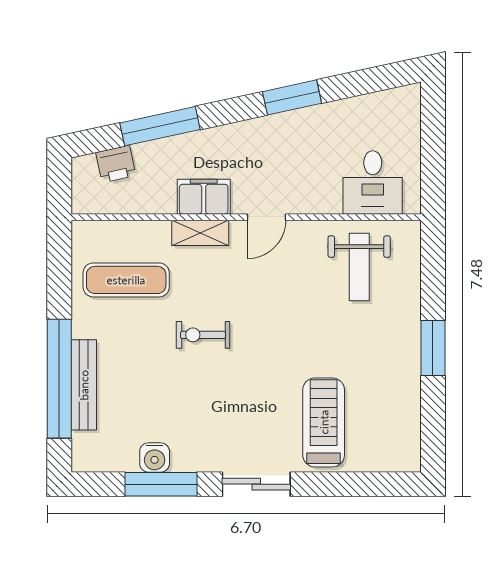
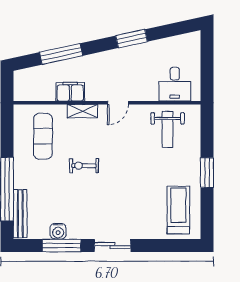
printer: (116, 164) -> (37, 74), removed
filing cabinet: (204, 197) -> (70, 92), moved
exercise mat: (126, 280) -> (43, 136), turned 90
bench: (84, 385) -> (20, 214), moved
treadmill: (324, 422) -> (178, 210), moved

